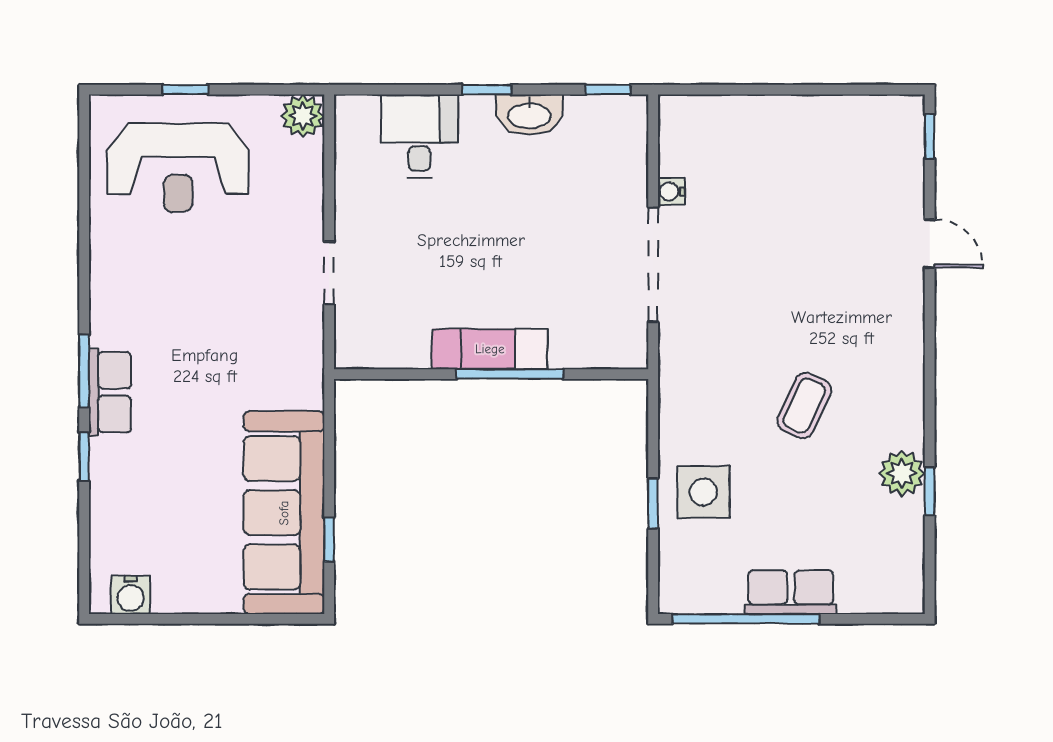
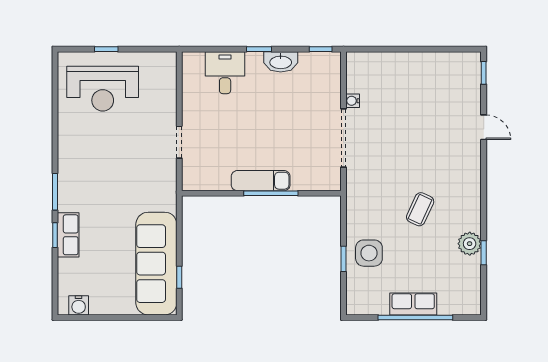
plant: (303, 116) -> (166, 62), removed
row of seats: (110, 392) -> (68, 235), moved
window: (746, 619) -> (415, 317), moved

